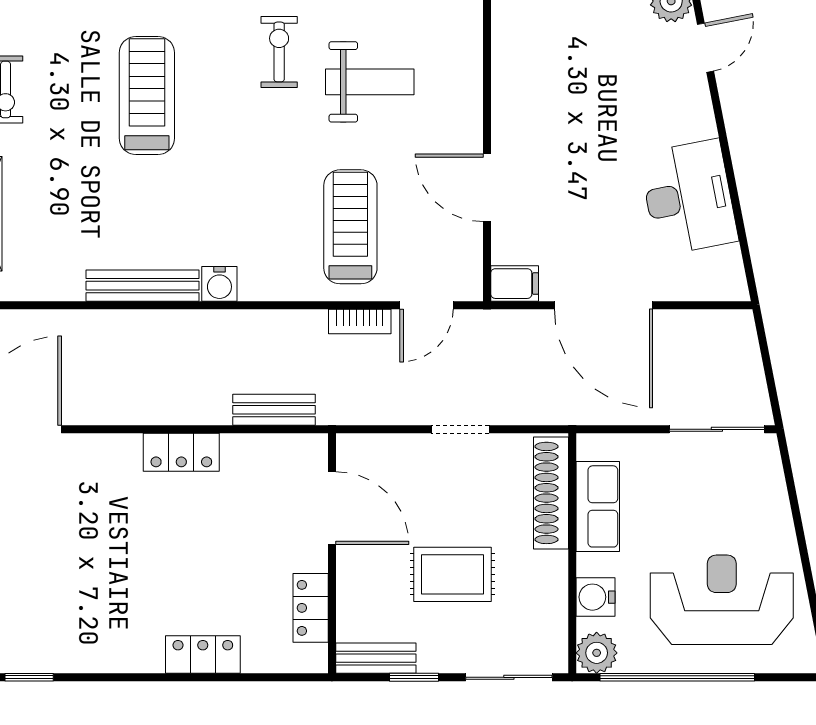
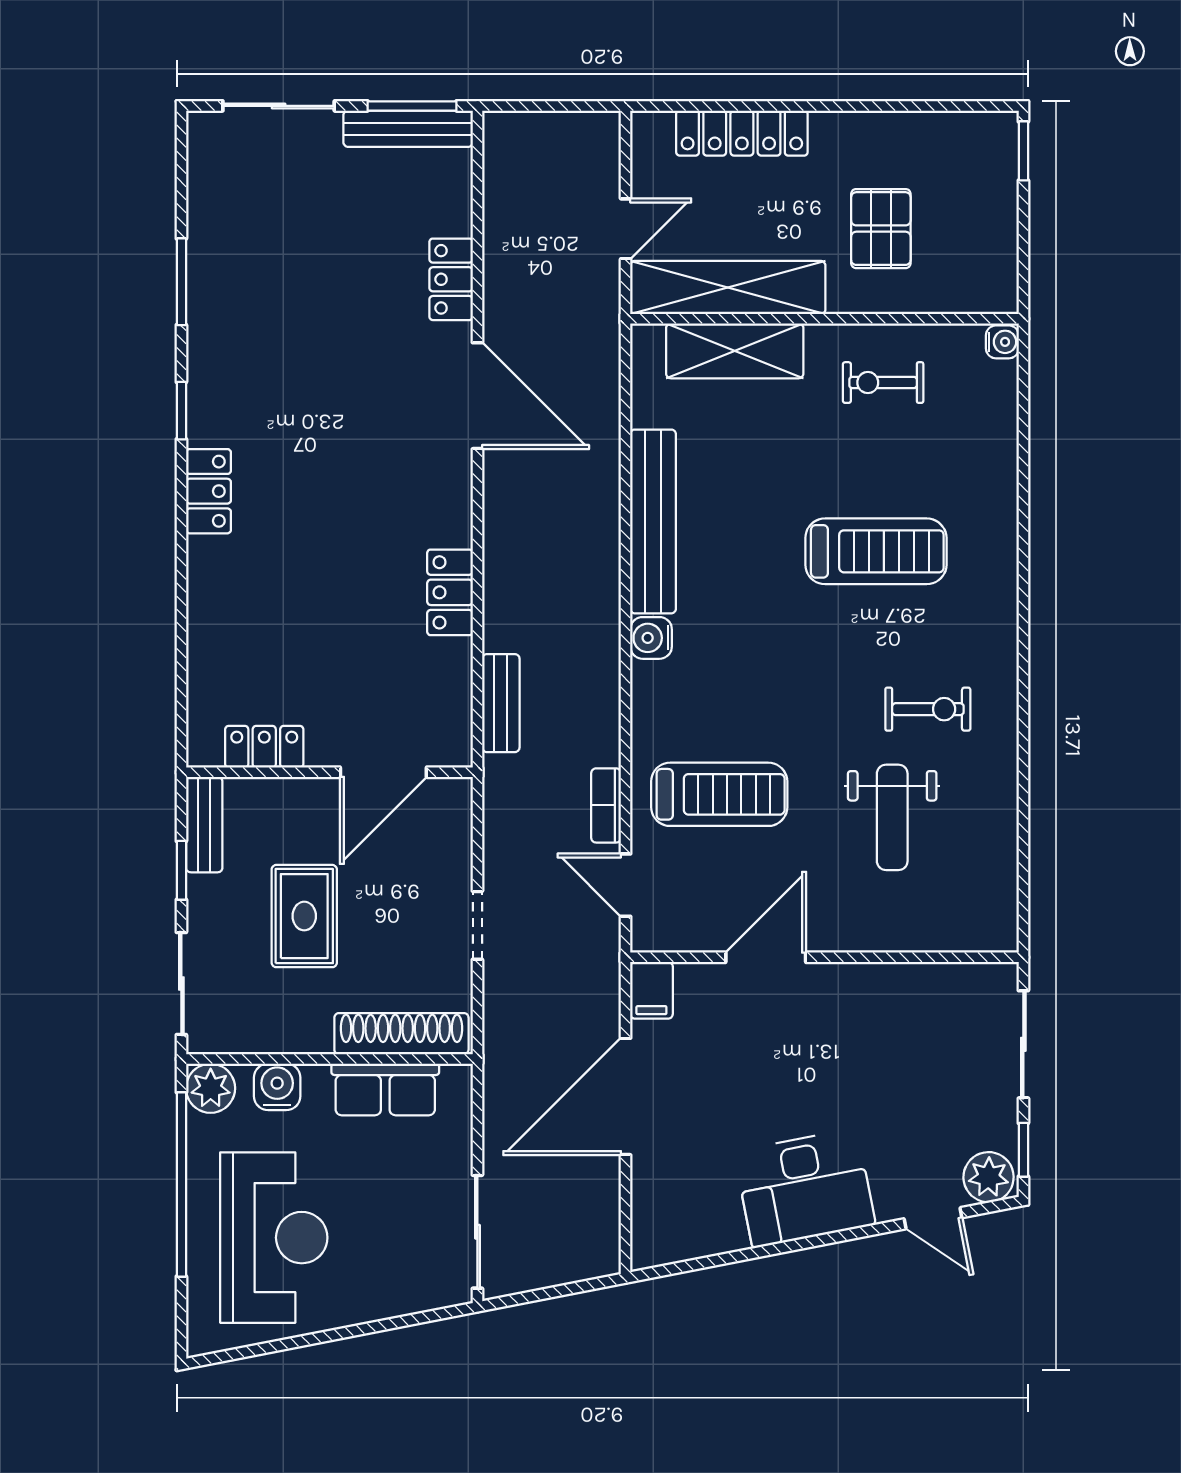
desk: (689, 197) -> (805, 1188), moved
bench: (143, 286) -> (653, 521), width x1.37, depth x1.21
locker: (203, 655) -> (208, 491), moved

